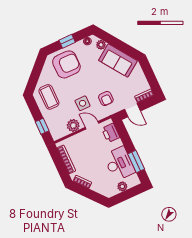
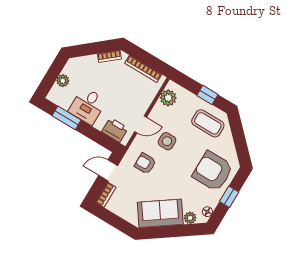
armchair: (66, 64) -> (213, 171), turned 90
plant: (73, 125) -> (168, 98), moved
window: (42, 126) -> (207, 95), moved
desk: (119, 164) -> (87, 106), width x0.73

